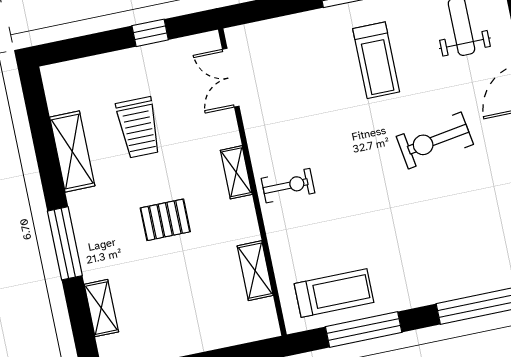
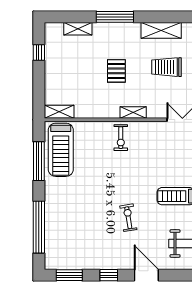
exercise bike: (435, 140) -> (128, 218), width x0.73, depth x0.72
shelving: (255, 271) -> (59, 112), moved
treadmill: (334, 293) -> (61, 150), width x1.37, depth x1.38

